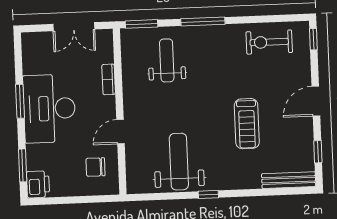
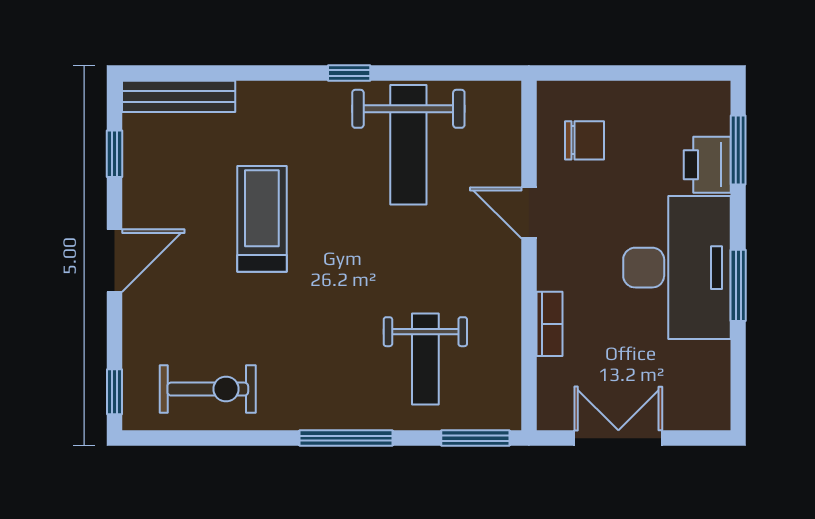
door: (120, 132) -> (529, 213), swing flipped
printer: (38, 184) -> (707, 165), moved

